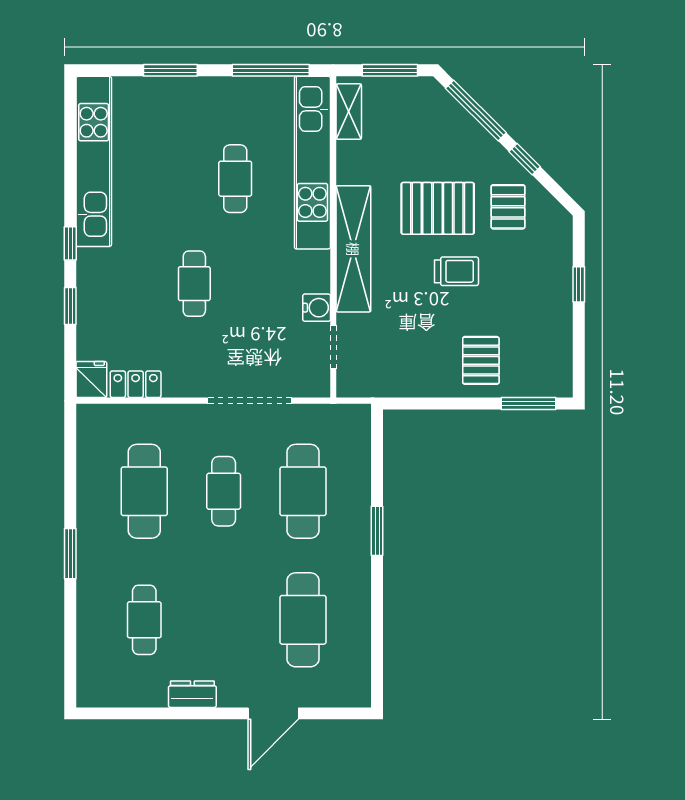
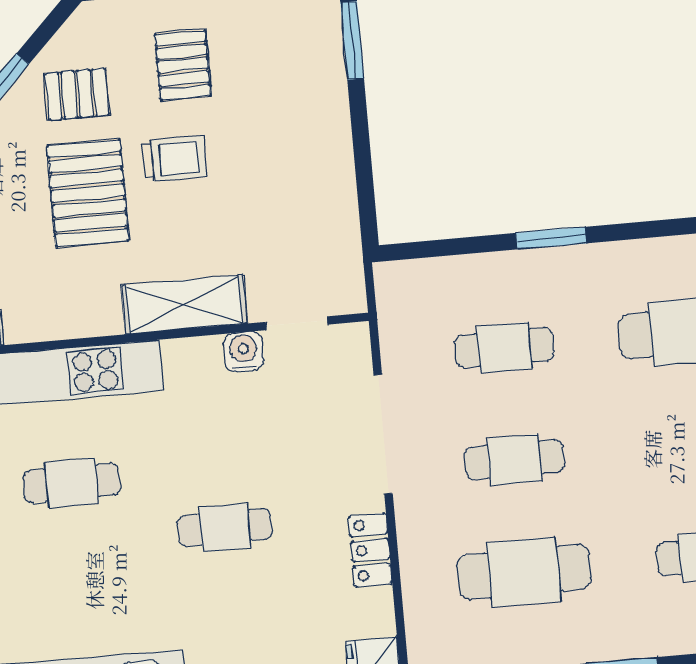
shelving: (353, 249) -> (184, 305), width x0.68
trolley: (456, 271) -> (174, 159), turned 90
pallet: (481, 360) -> (183, 65), moved, turned 90
locker: (136, 384) -> (370, 550), moved
cafe table: (303, 491) -> (504, 348), width x0.73, depth x0.74

